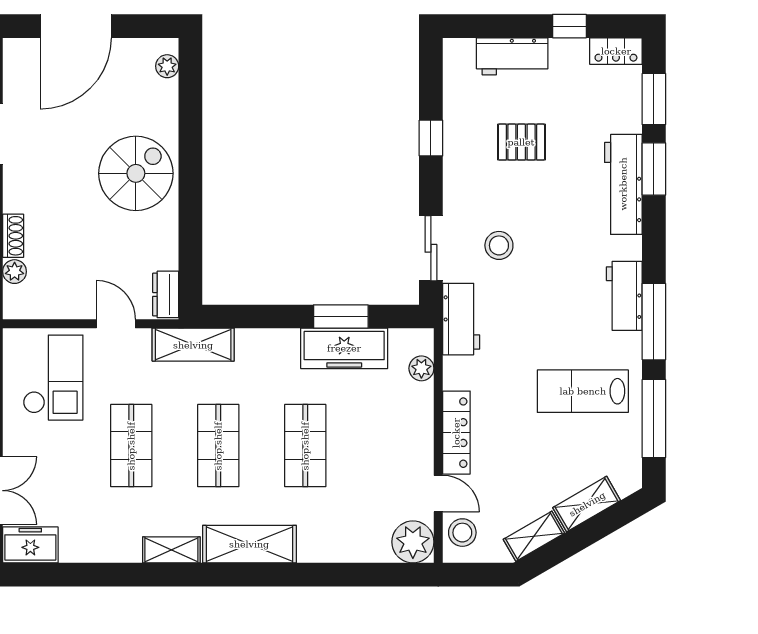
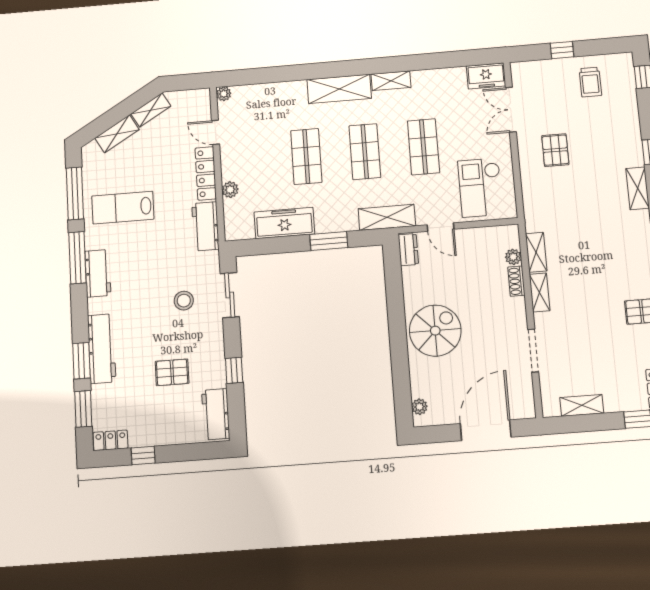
workbench: (512, 56) -> (216, 414), moved, turned -90
spiral stairs: (136, 173) -> (435, 331), turned 180
window: (341, 316) -> (329, 241), moved
workbench: (461, 319) -> (205, 226), moved
plant: (421, 368) -> (230, 190), moved
lab bench: (583, 391) -> (123, 208), turned 180
stool: (462, 533) -> (198, 108), removed
plant: (413, 542) -> (224, 94), width x0.53, depth x0.53

